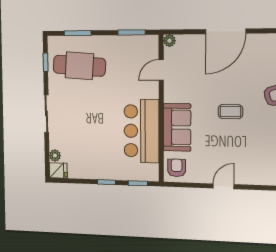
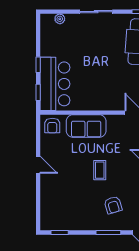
bar counter: (142, 131) -> (55, 84), moved, turned 90
armchair: (177, 168) -> (52, 126), turned 90
fridge: (58, 170) -> (47, 22), removed

